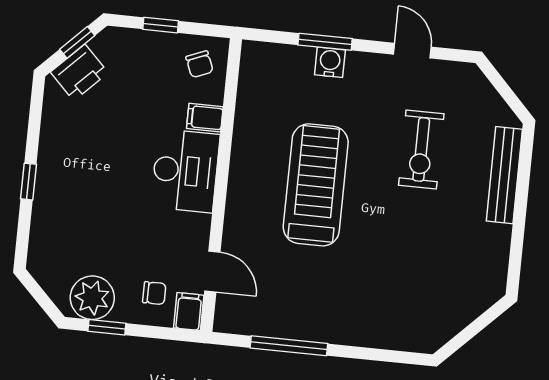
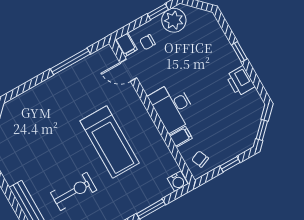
water cooler: (330, 62) -> (178, 181), moved
printer: (79, 72) -> (240, 81), moved, turned -45
exercise bike: (421, 149) -> (74, 191), turned 90

